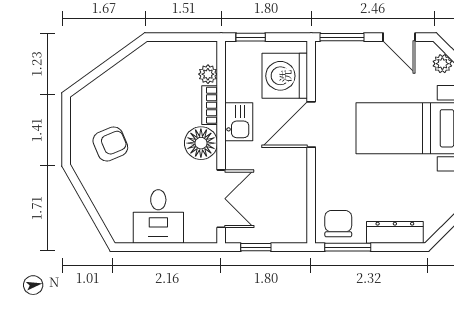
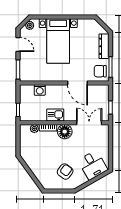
door: (399, 37) -> (18, 44), hinge flipped
washing machine: (285, 76) -> (40, 90), width x0.53, depth x0.53
door: (311, 124) -> (78, 83), moved
armchair: (110, 144) -> (65, 172), turned 59
desk: (158, 216) -> (93, 165), moved, turned 60

